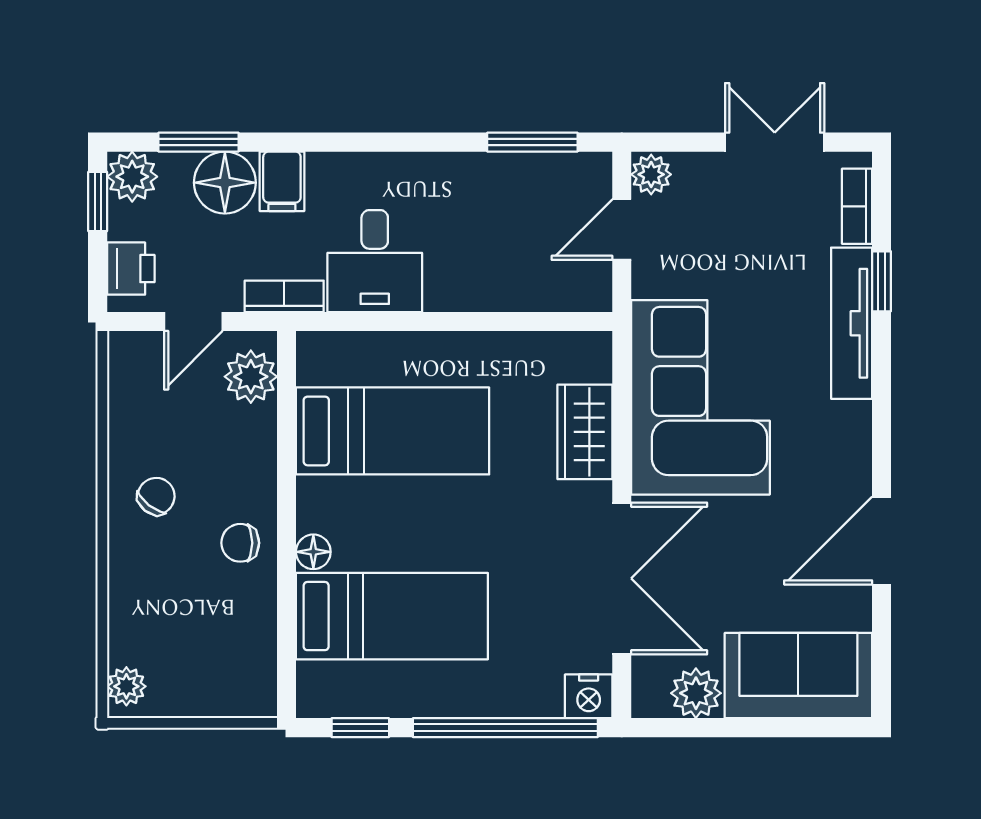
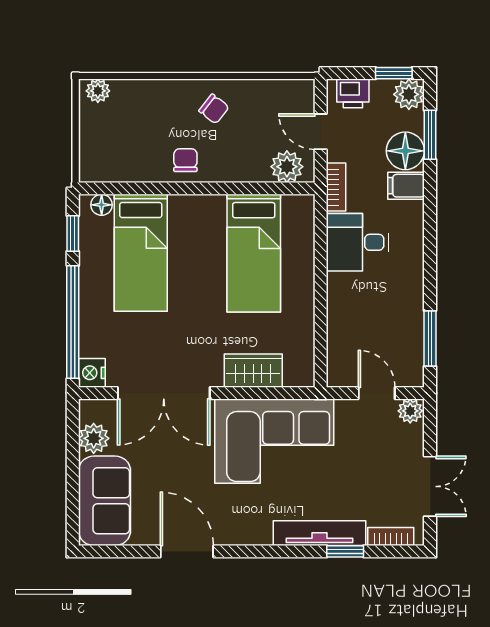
floor lamp: (313, 552) -> (102, 205), moved

